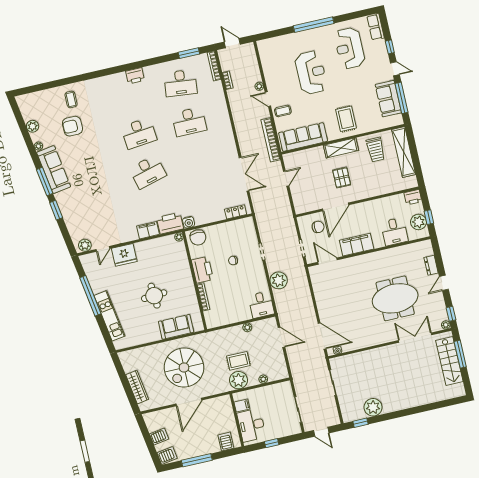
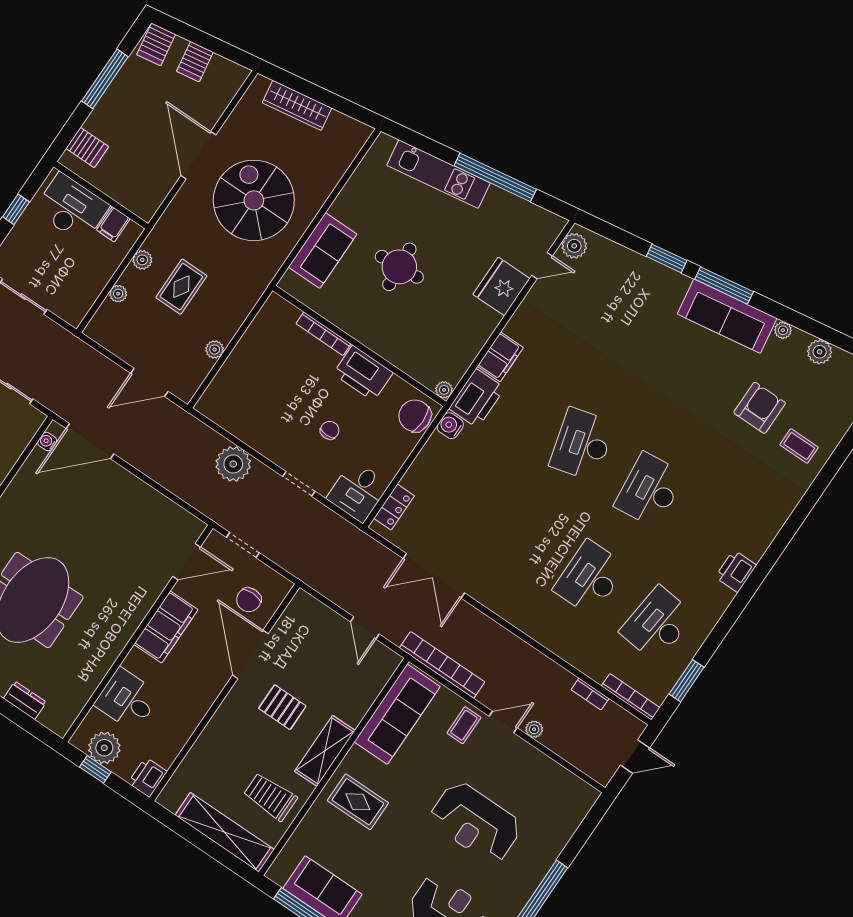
door: (103, 249) -> (542, 266), swing flipped
desk: (261, 305) -> (358, 491), moved, turned -90
plant: (238, 380) -> (142, 260), width x0.53, depth x0.53

